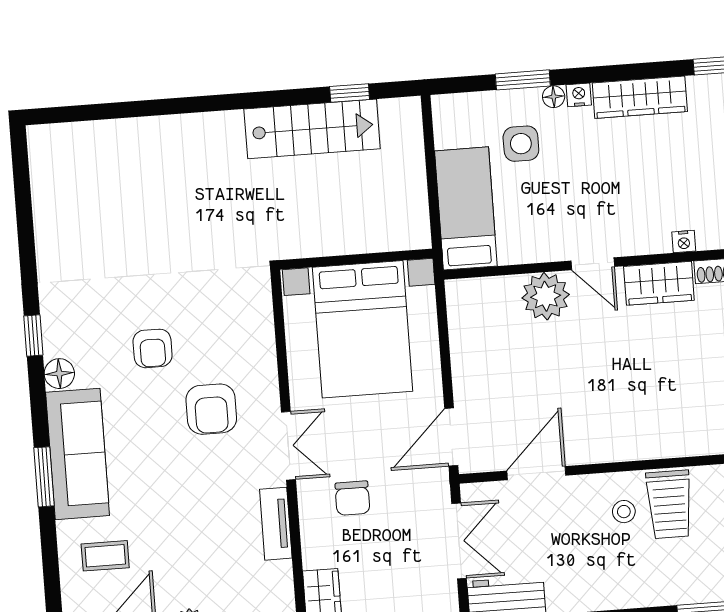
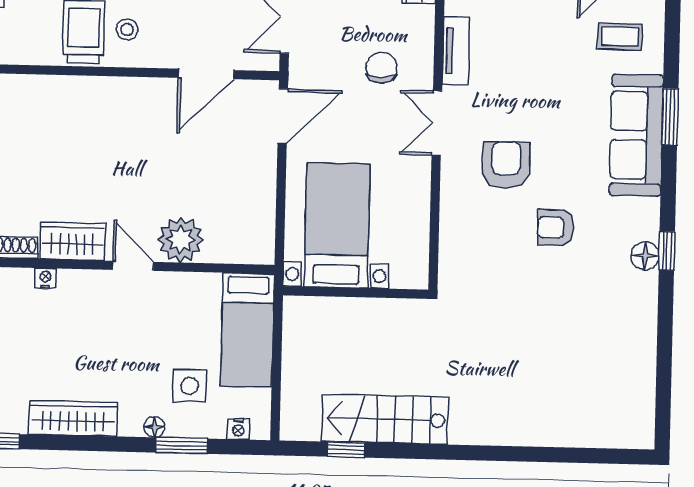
nightstand: (579, 95) -> (238, 429), moved
bed with nightstands: (363, 329) -> (337, 225), width x0.73
armchair: (153, 348) -> (556, 228), turned -90
floor lamp: (59, 374) -> (645, 256), moved

